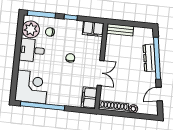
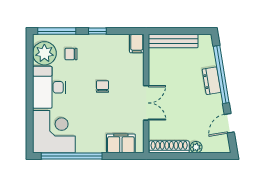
filing cabinet: (93, 29) -> (137, 44), width x0.50
bench: (120, 30) -> (173, 41), width x1.36
desk: (32, 50) -> (49, 87), width x1.37
dresser: (149, 58) -> (212, 81), width x0.70
filing cabinet: (89, 98) -> (121, 143), moved, turned 90

